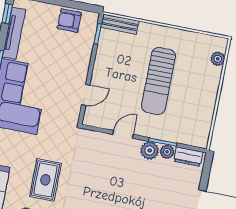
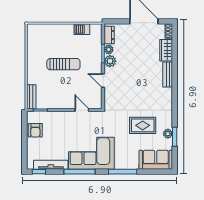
plant: (218, 59) -> (41, 28), removed
sun lounger: (158, 81) -> (63, 64), width x0.73, depth x0.75
barbecue: (205, 118) -> (82, 29), added

